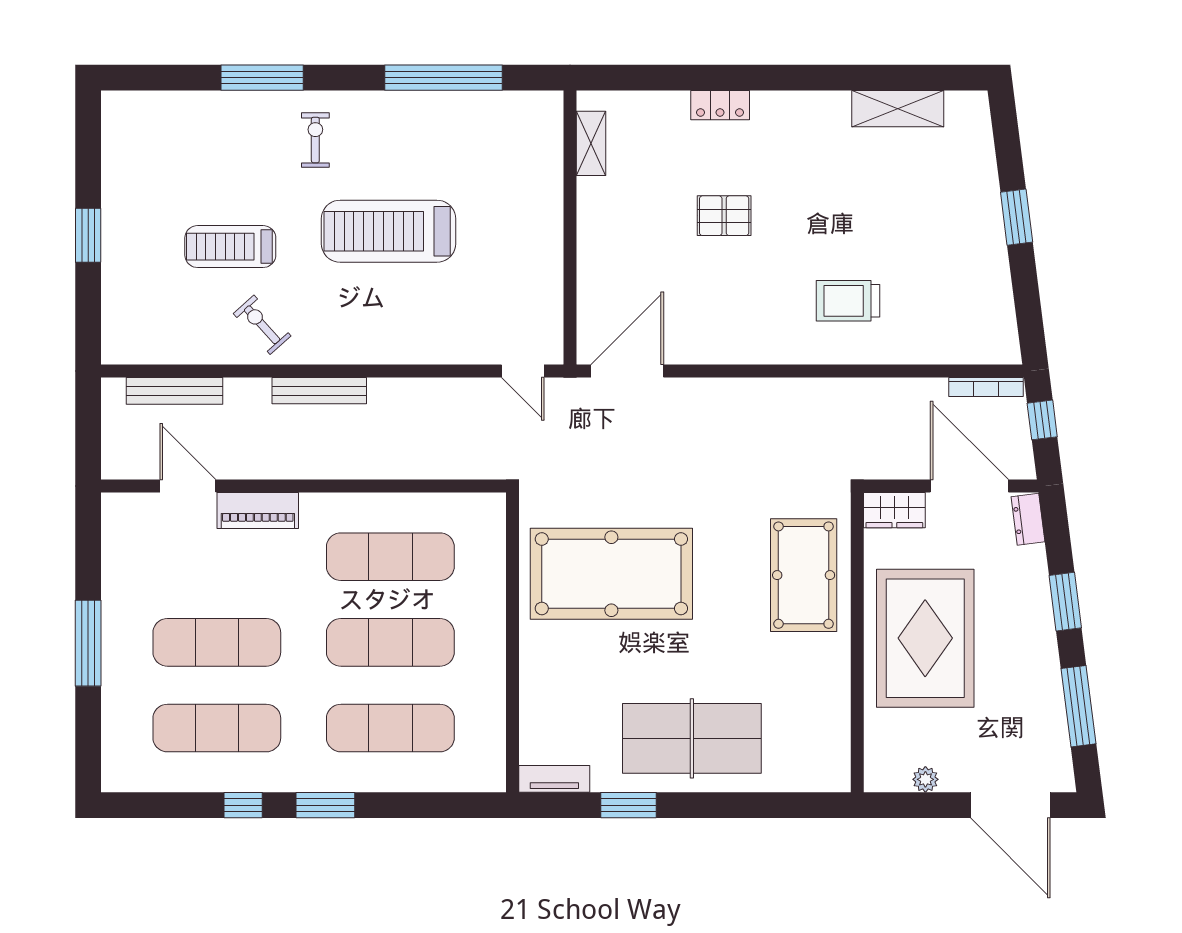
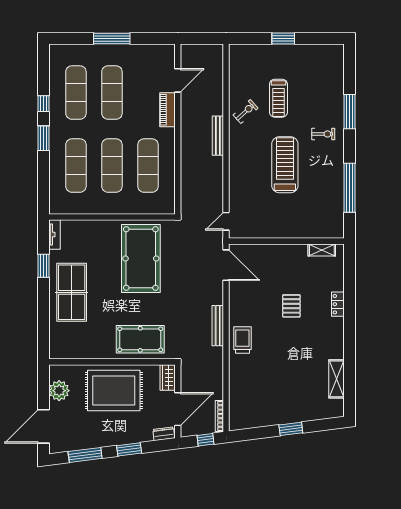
treadmill: (230, 247) -> (278, 98), turned 180
trolley: (848, 301) -> (242, 340), moved
bench: (174, 391) -> (218, 326), moved
plant: (925, 779) -> (59, 391), width x1.87, depth x1.87

